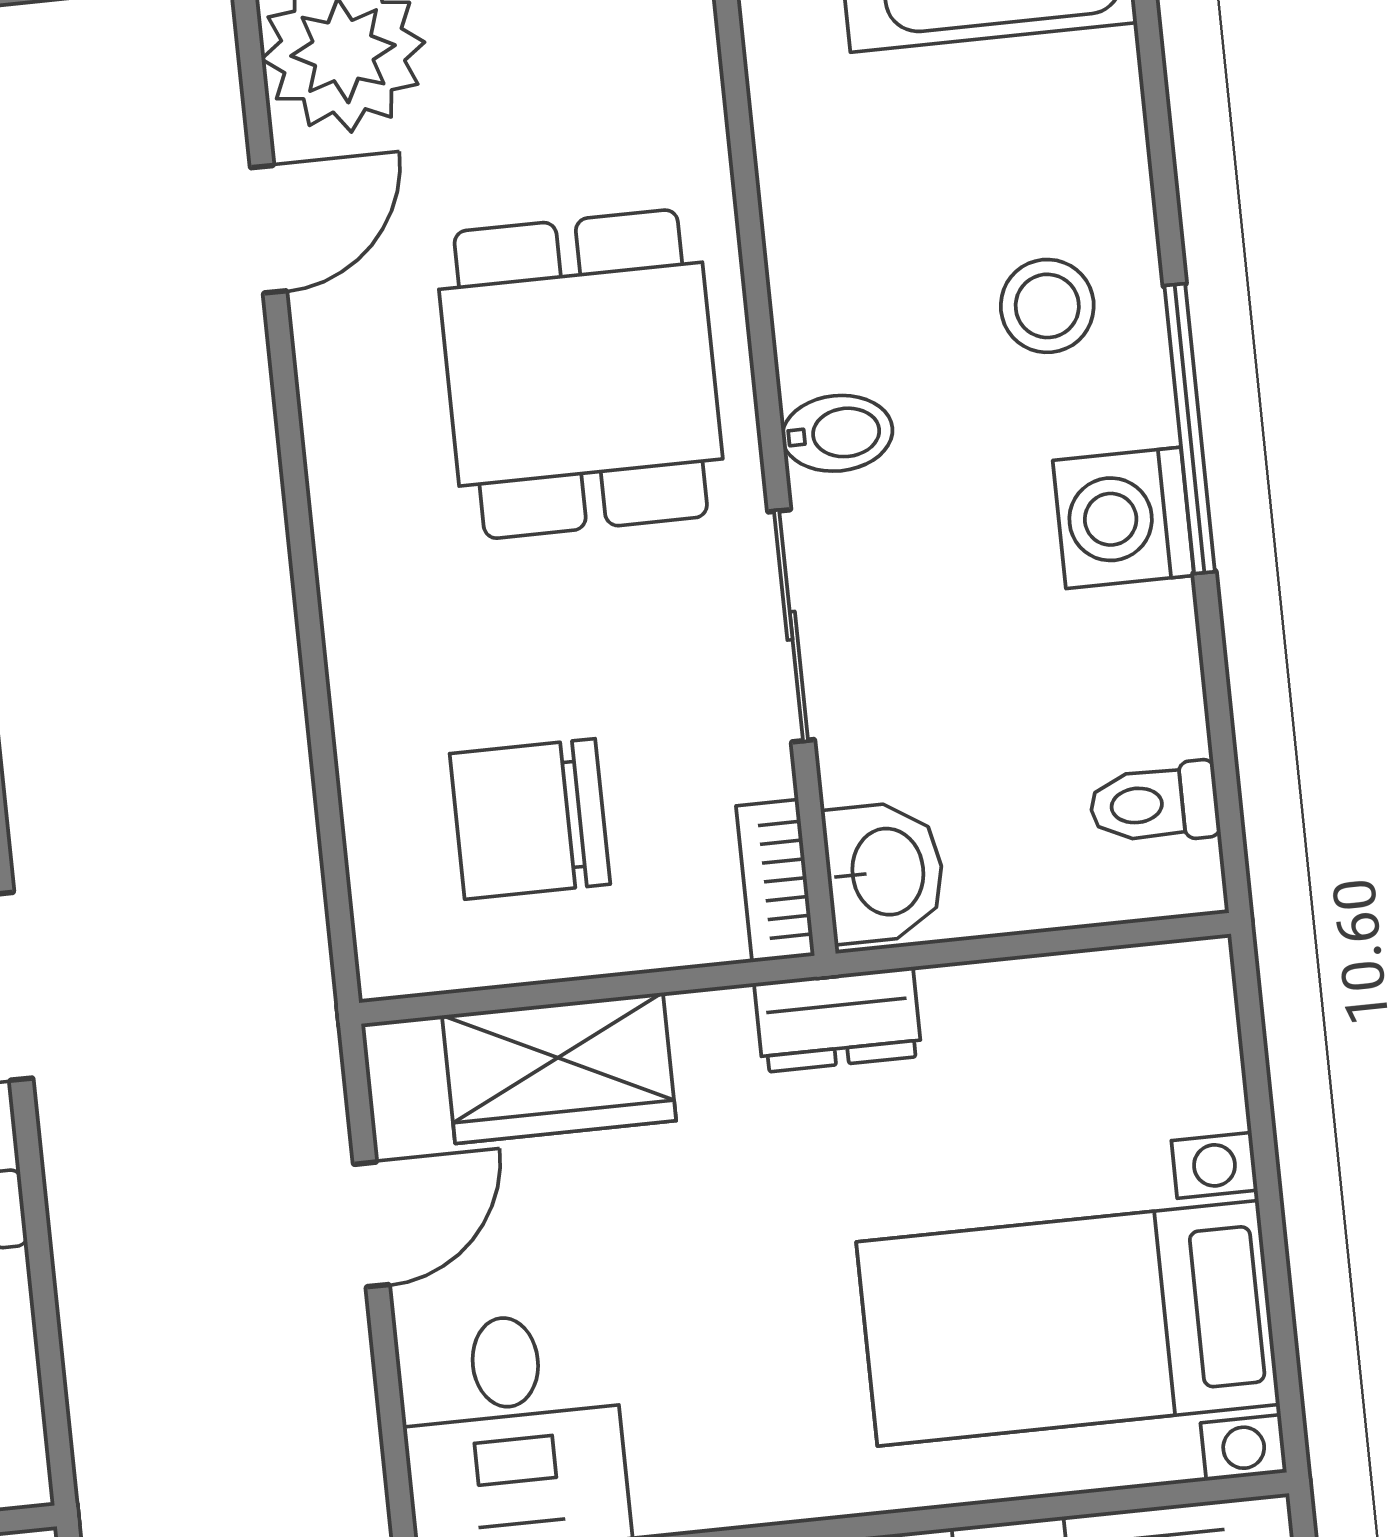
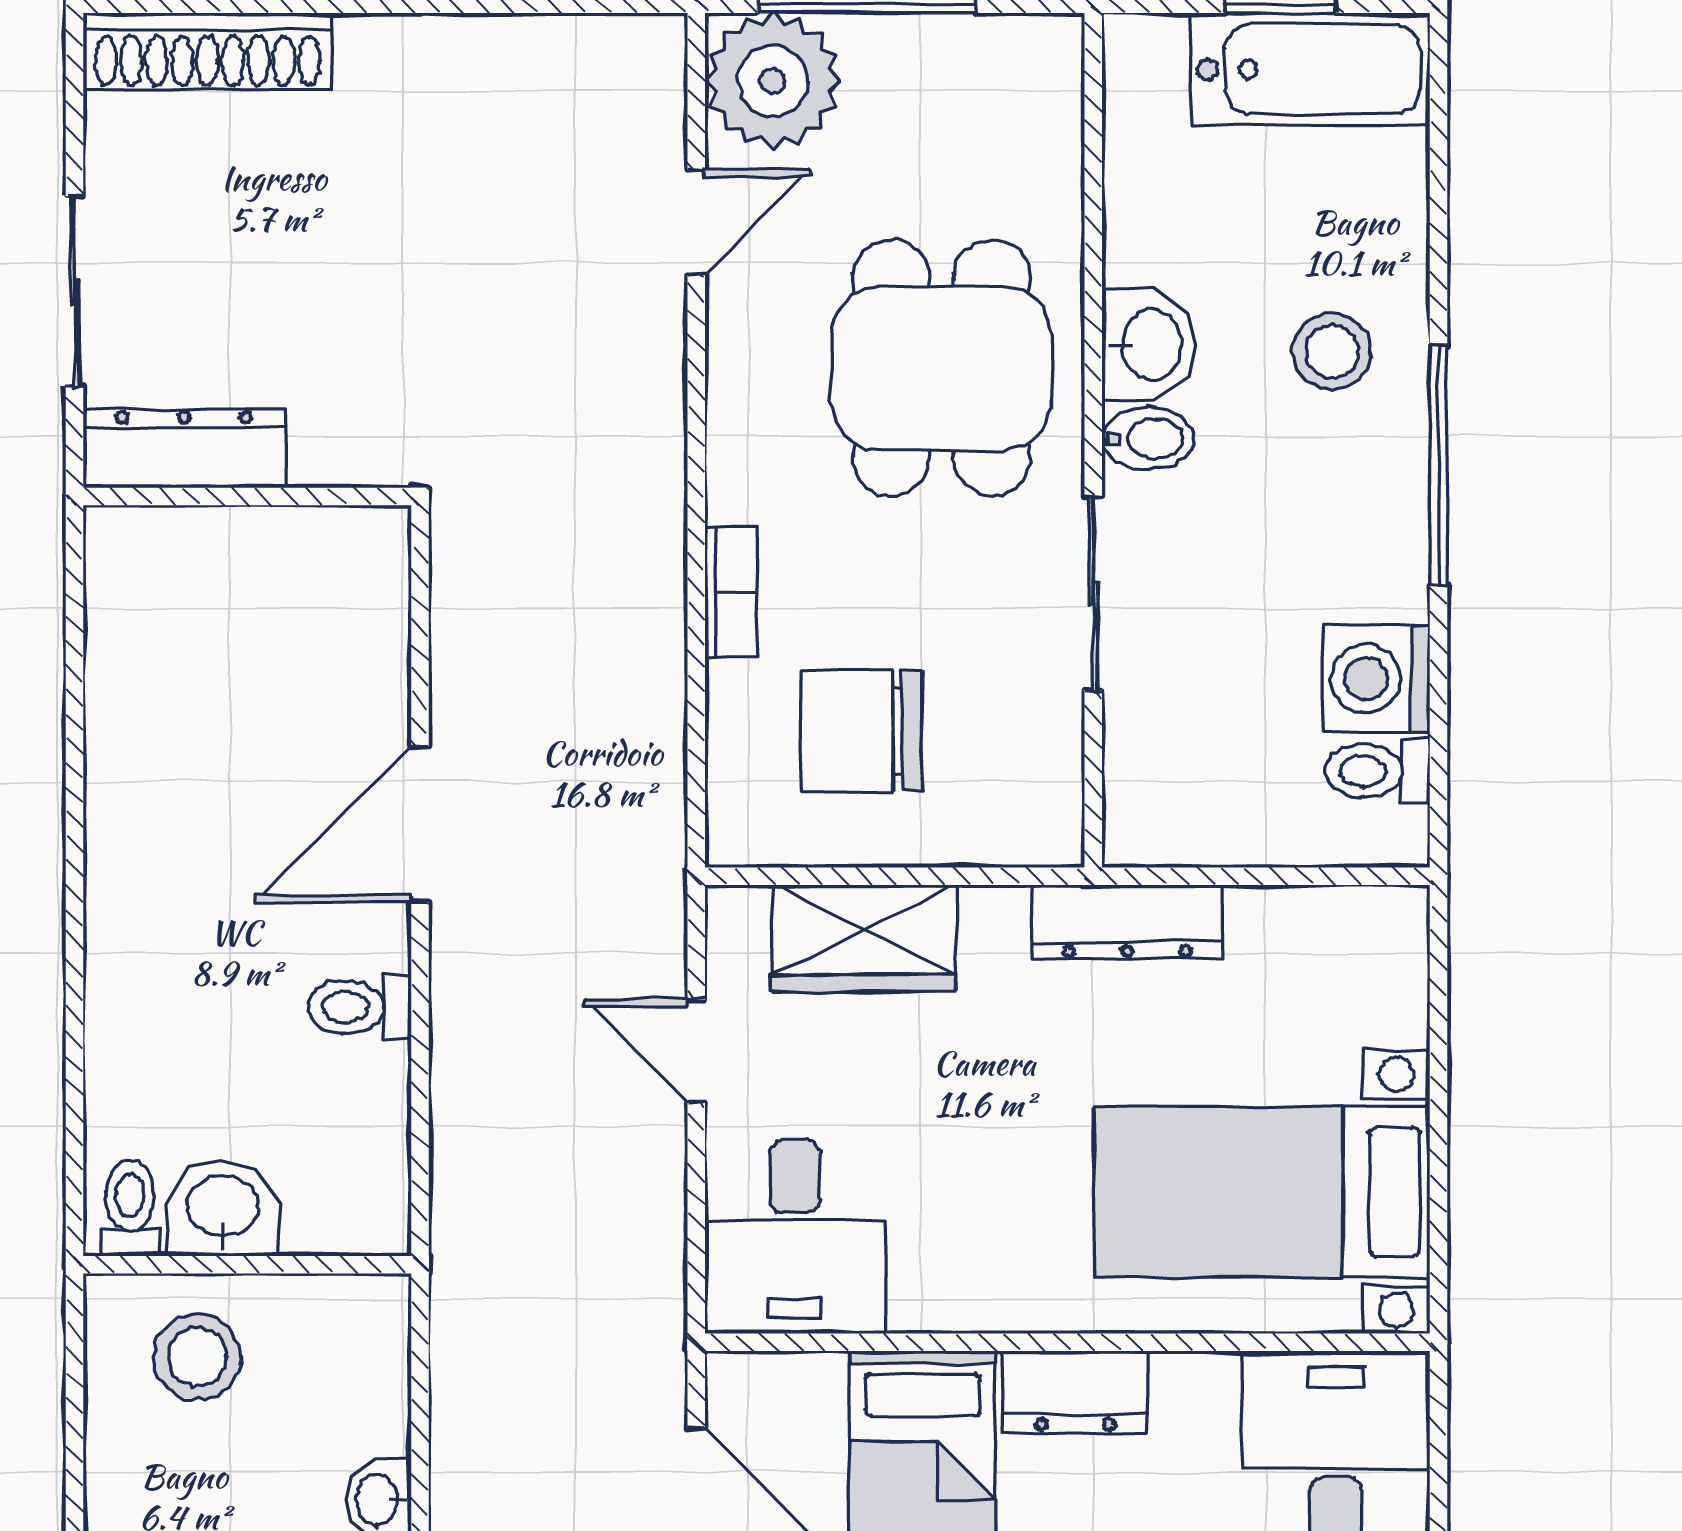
washing machine: (1123, 518) -> (1376, 679), moved
washbasin: (884, 872) -> (1149, 345), moved
bookcase: (775, 881) -> (731, 592), moved, turned 180
dresser: (838, 1020) -> (1127, 922), width x1.44
door: (371, 1224) -> (696, 1051), swing flipped

